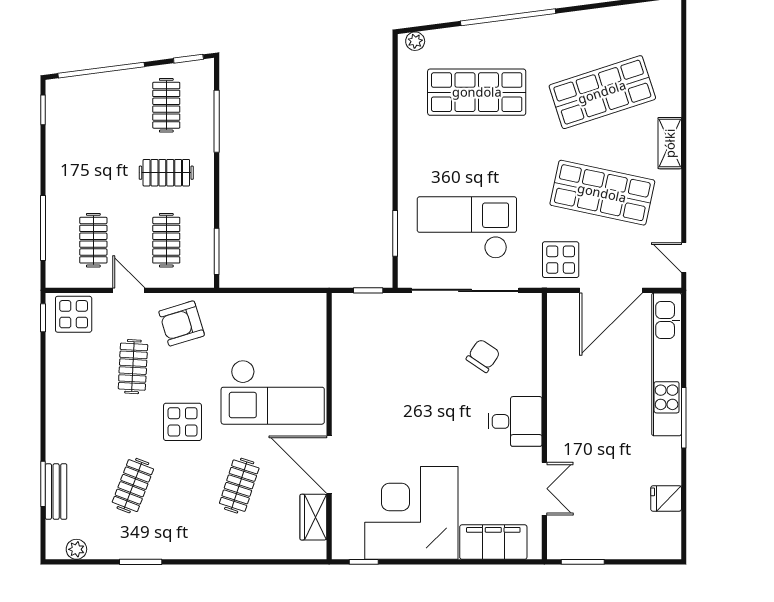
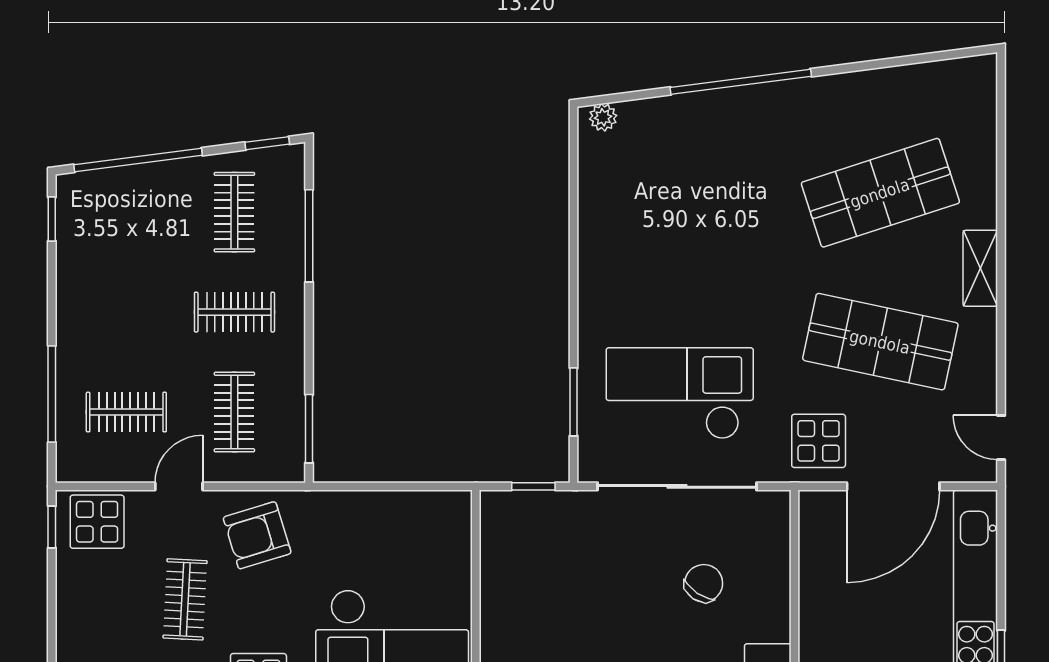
shop shelf: (477, 92) -> (694, 193), removed
clothes rail: (93, 240) -> (126, 412), turned 90
door: (129, 290) -> (179, 486), hinge flipped

